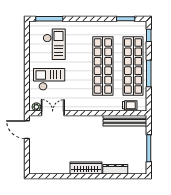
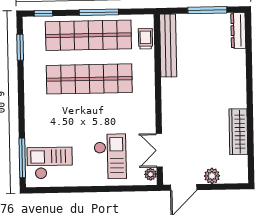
checkout: (54, 44) -> (50, 163), moved
checkout: (49, 79) -> (110, 156), turned 180
plant: (34, 149) -> (212, 176), added
wardrobe: (86, 168) -> (238, 132), moved
dresser: (115, 169) -> (238, 31), moved

